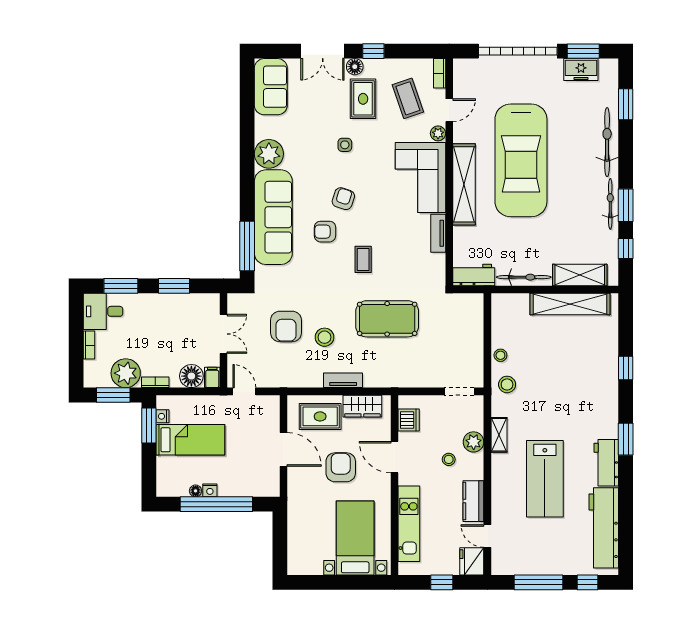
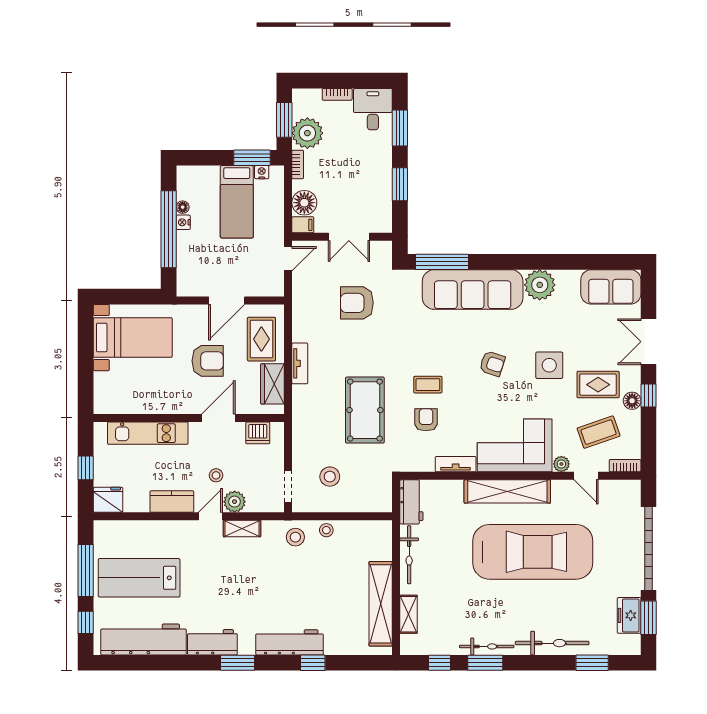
floor lamp: (355, 67) -> (632, 401), moved
side table: (345, 145) -> (549, 365), width x1.87, depth x1.87
car: (521, 160) -> (533, 552), turned 180
armchair: (325, 232) -> (426, 420), moved
shelving: (580, 275) -> (408, 614), width x0.67, depth x0.75
stool: (325, 337) -> (330, 477), moved
workbench: (606, 390) -> (290, 642), added
lab bench: (545, 479) -> (139, 578), moved
door: (487, 536) -> (210, 516), moved
bed with nightstands: (355, 538) -> (133, 338), moved

